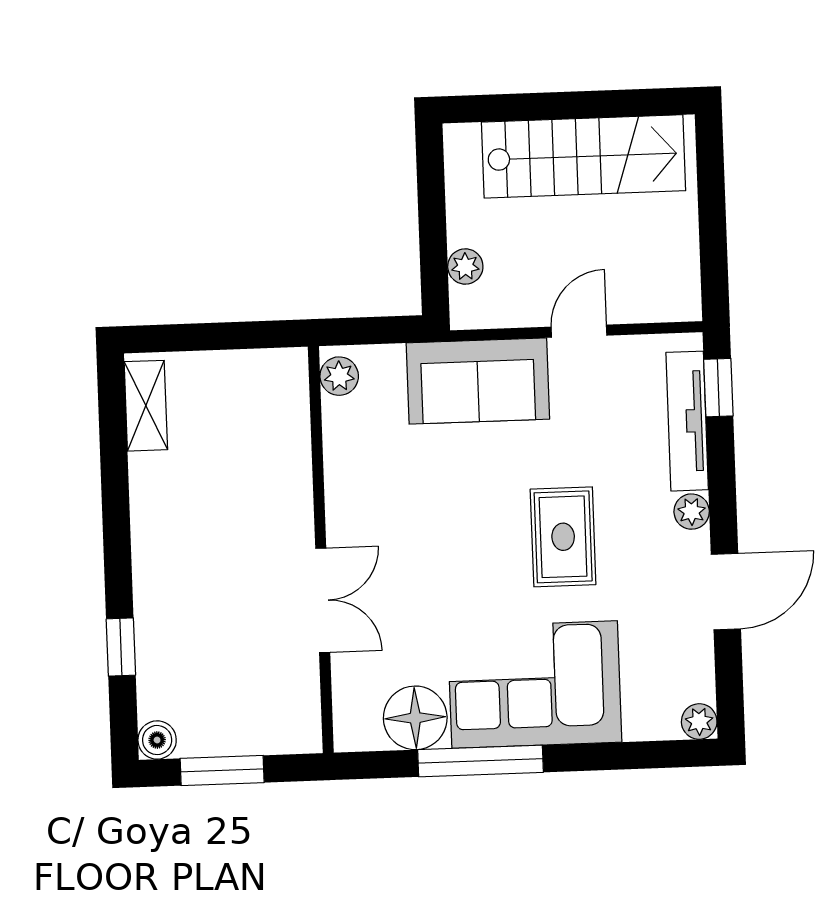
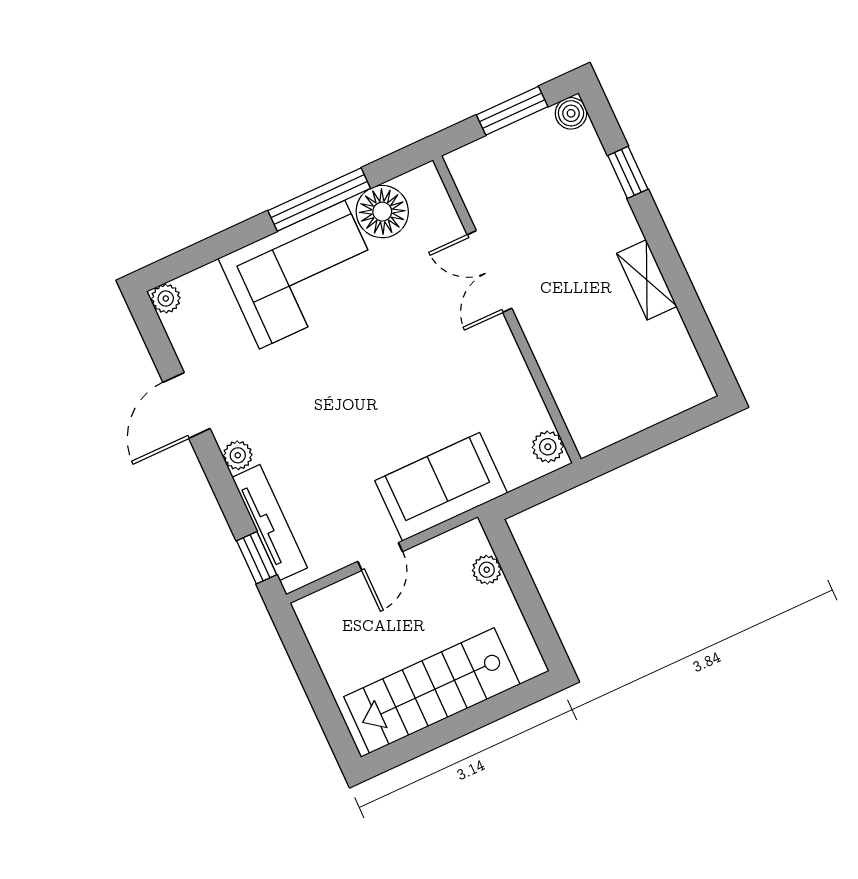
shelving: (146, 406) -> (647, 280), moved
rug: (563, 537) -> (327, 396), removed

